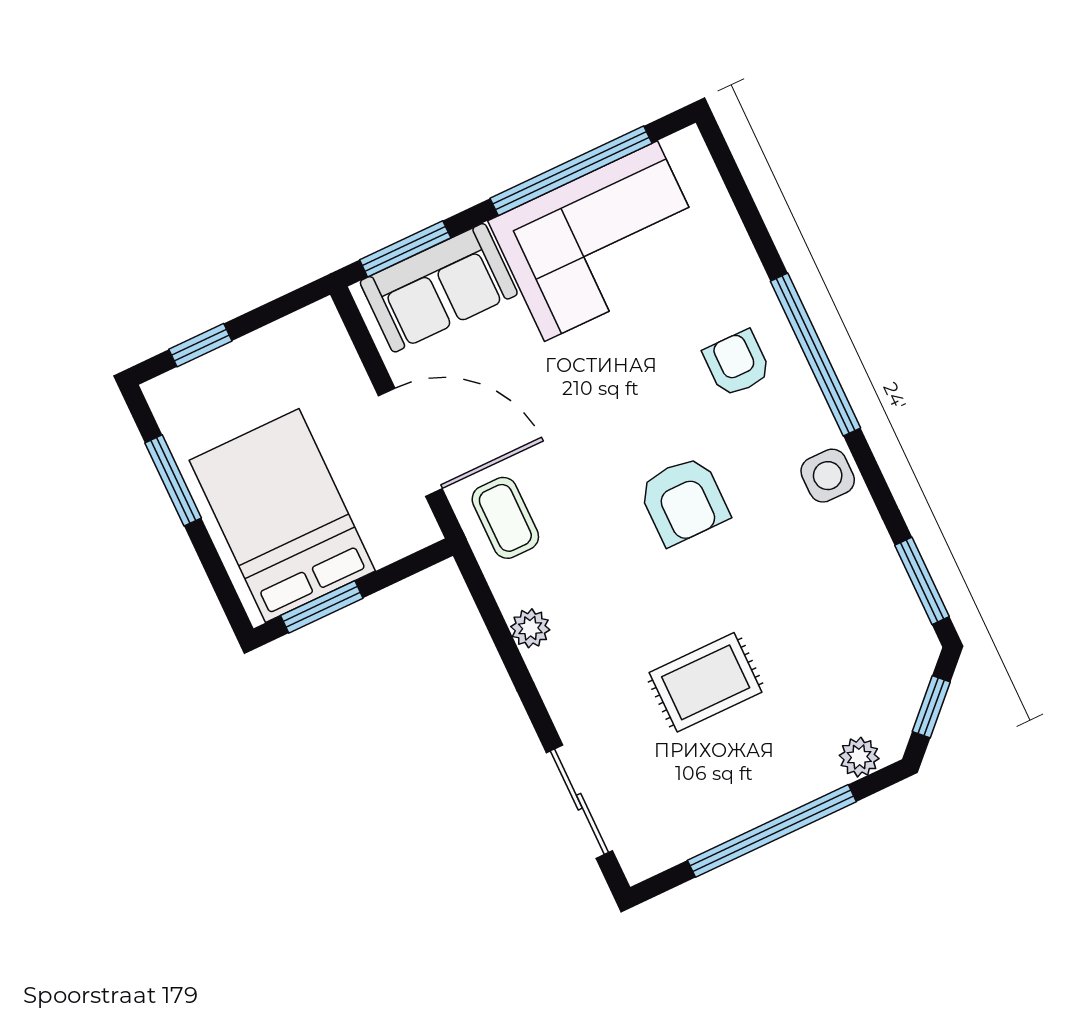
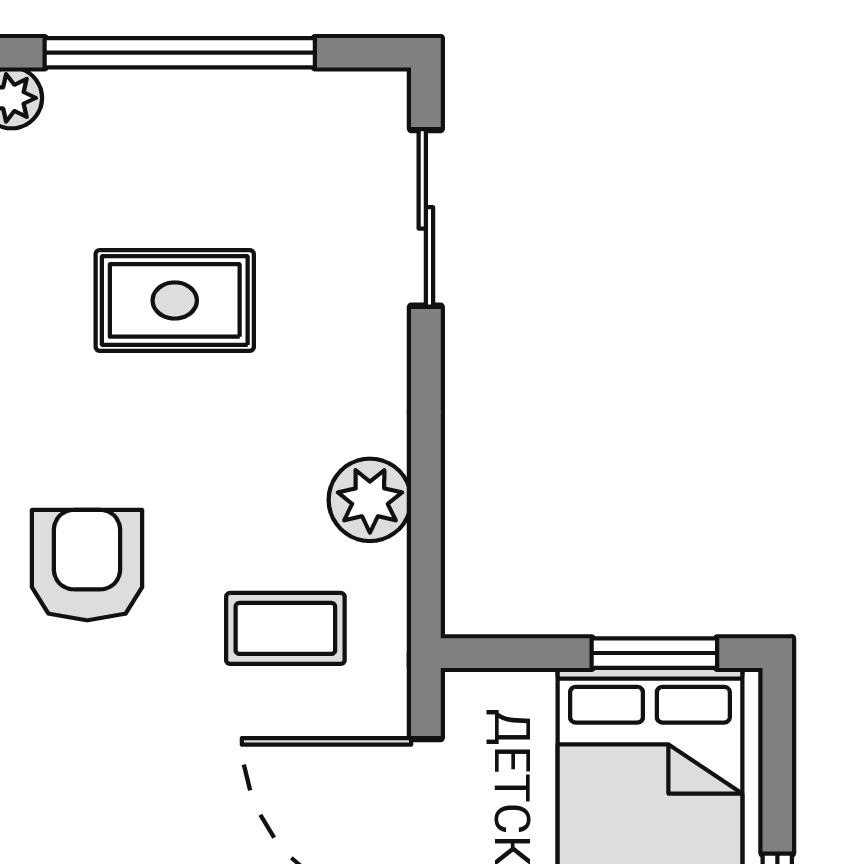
coffee table: (505, 518) -> (285, 628), moved, turned 90
plant: (530, 628) -> (370, 500), width x1.38, depth x1.38

